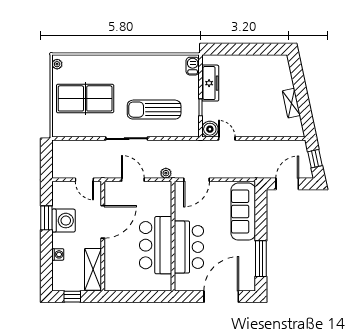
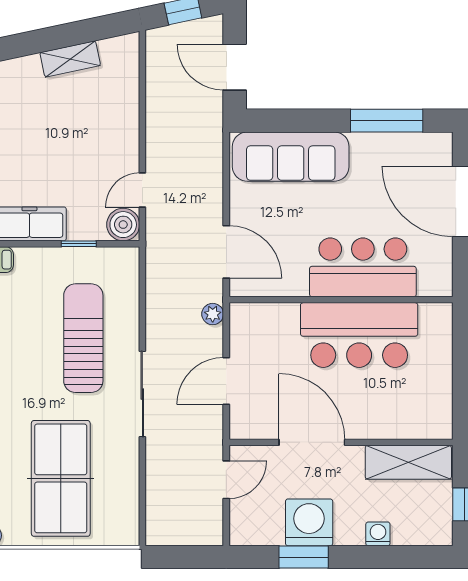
sun lounger: (154, 110) -> (83, 338), turned 180

